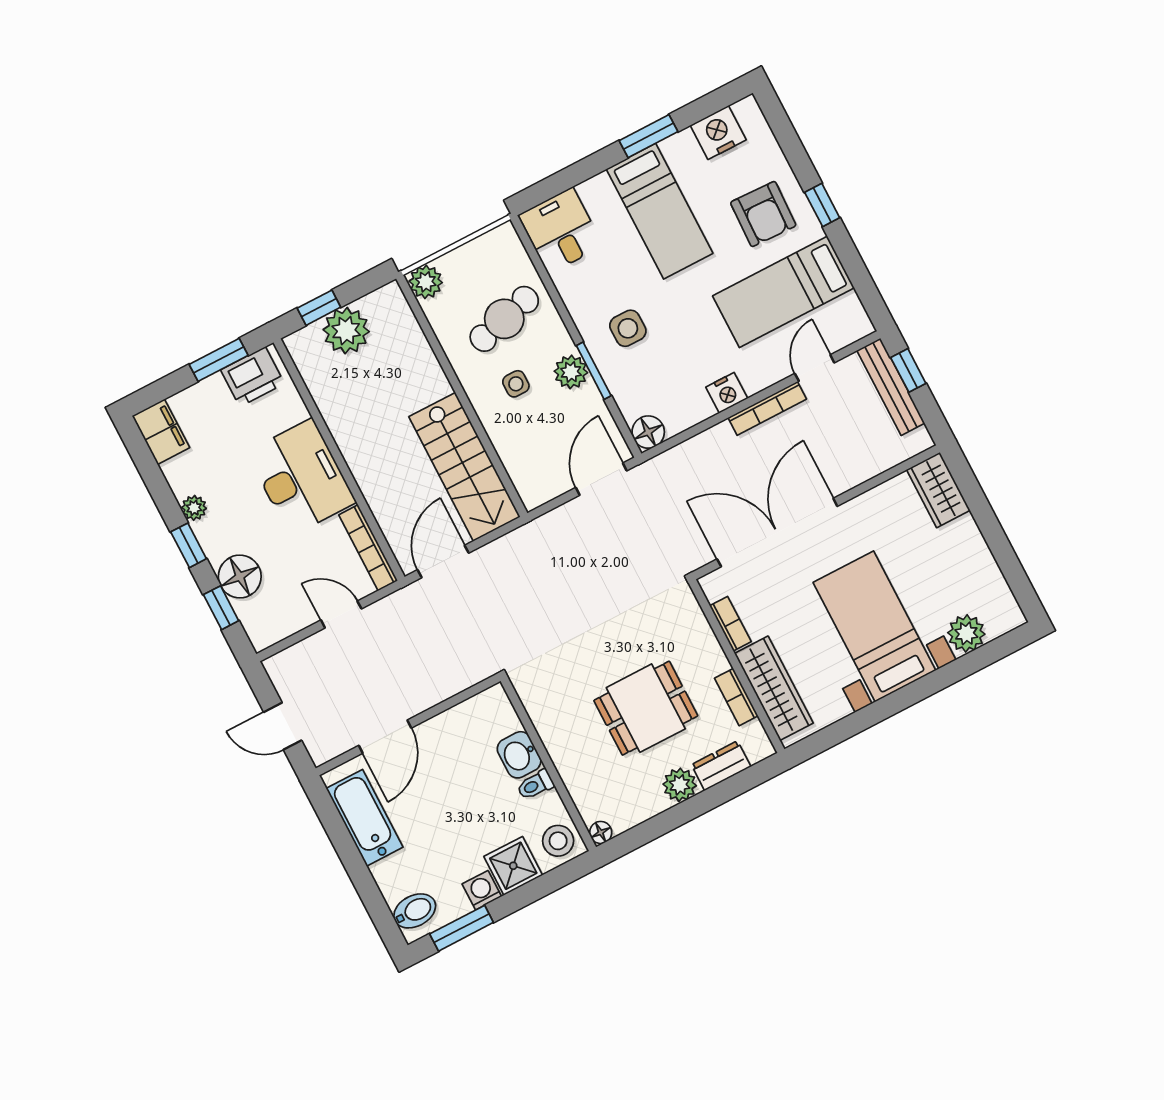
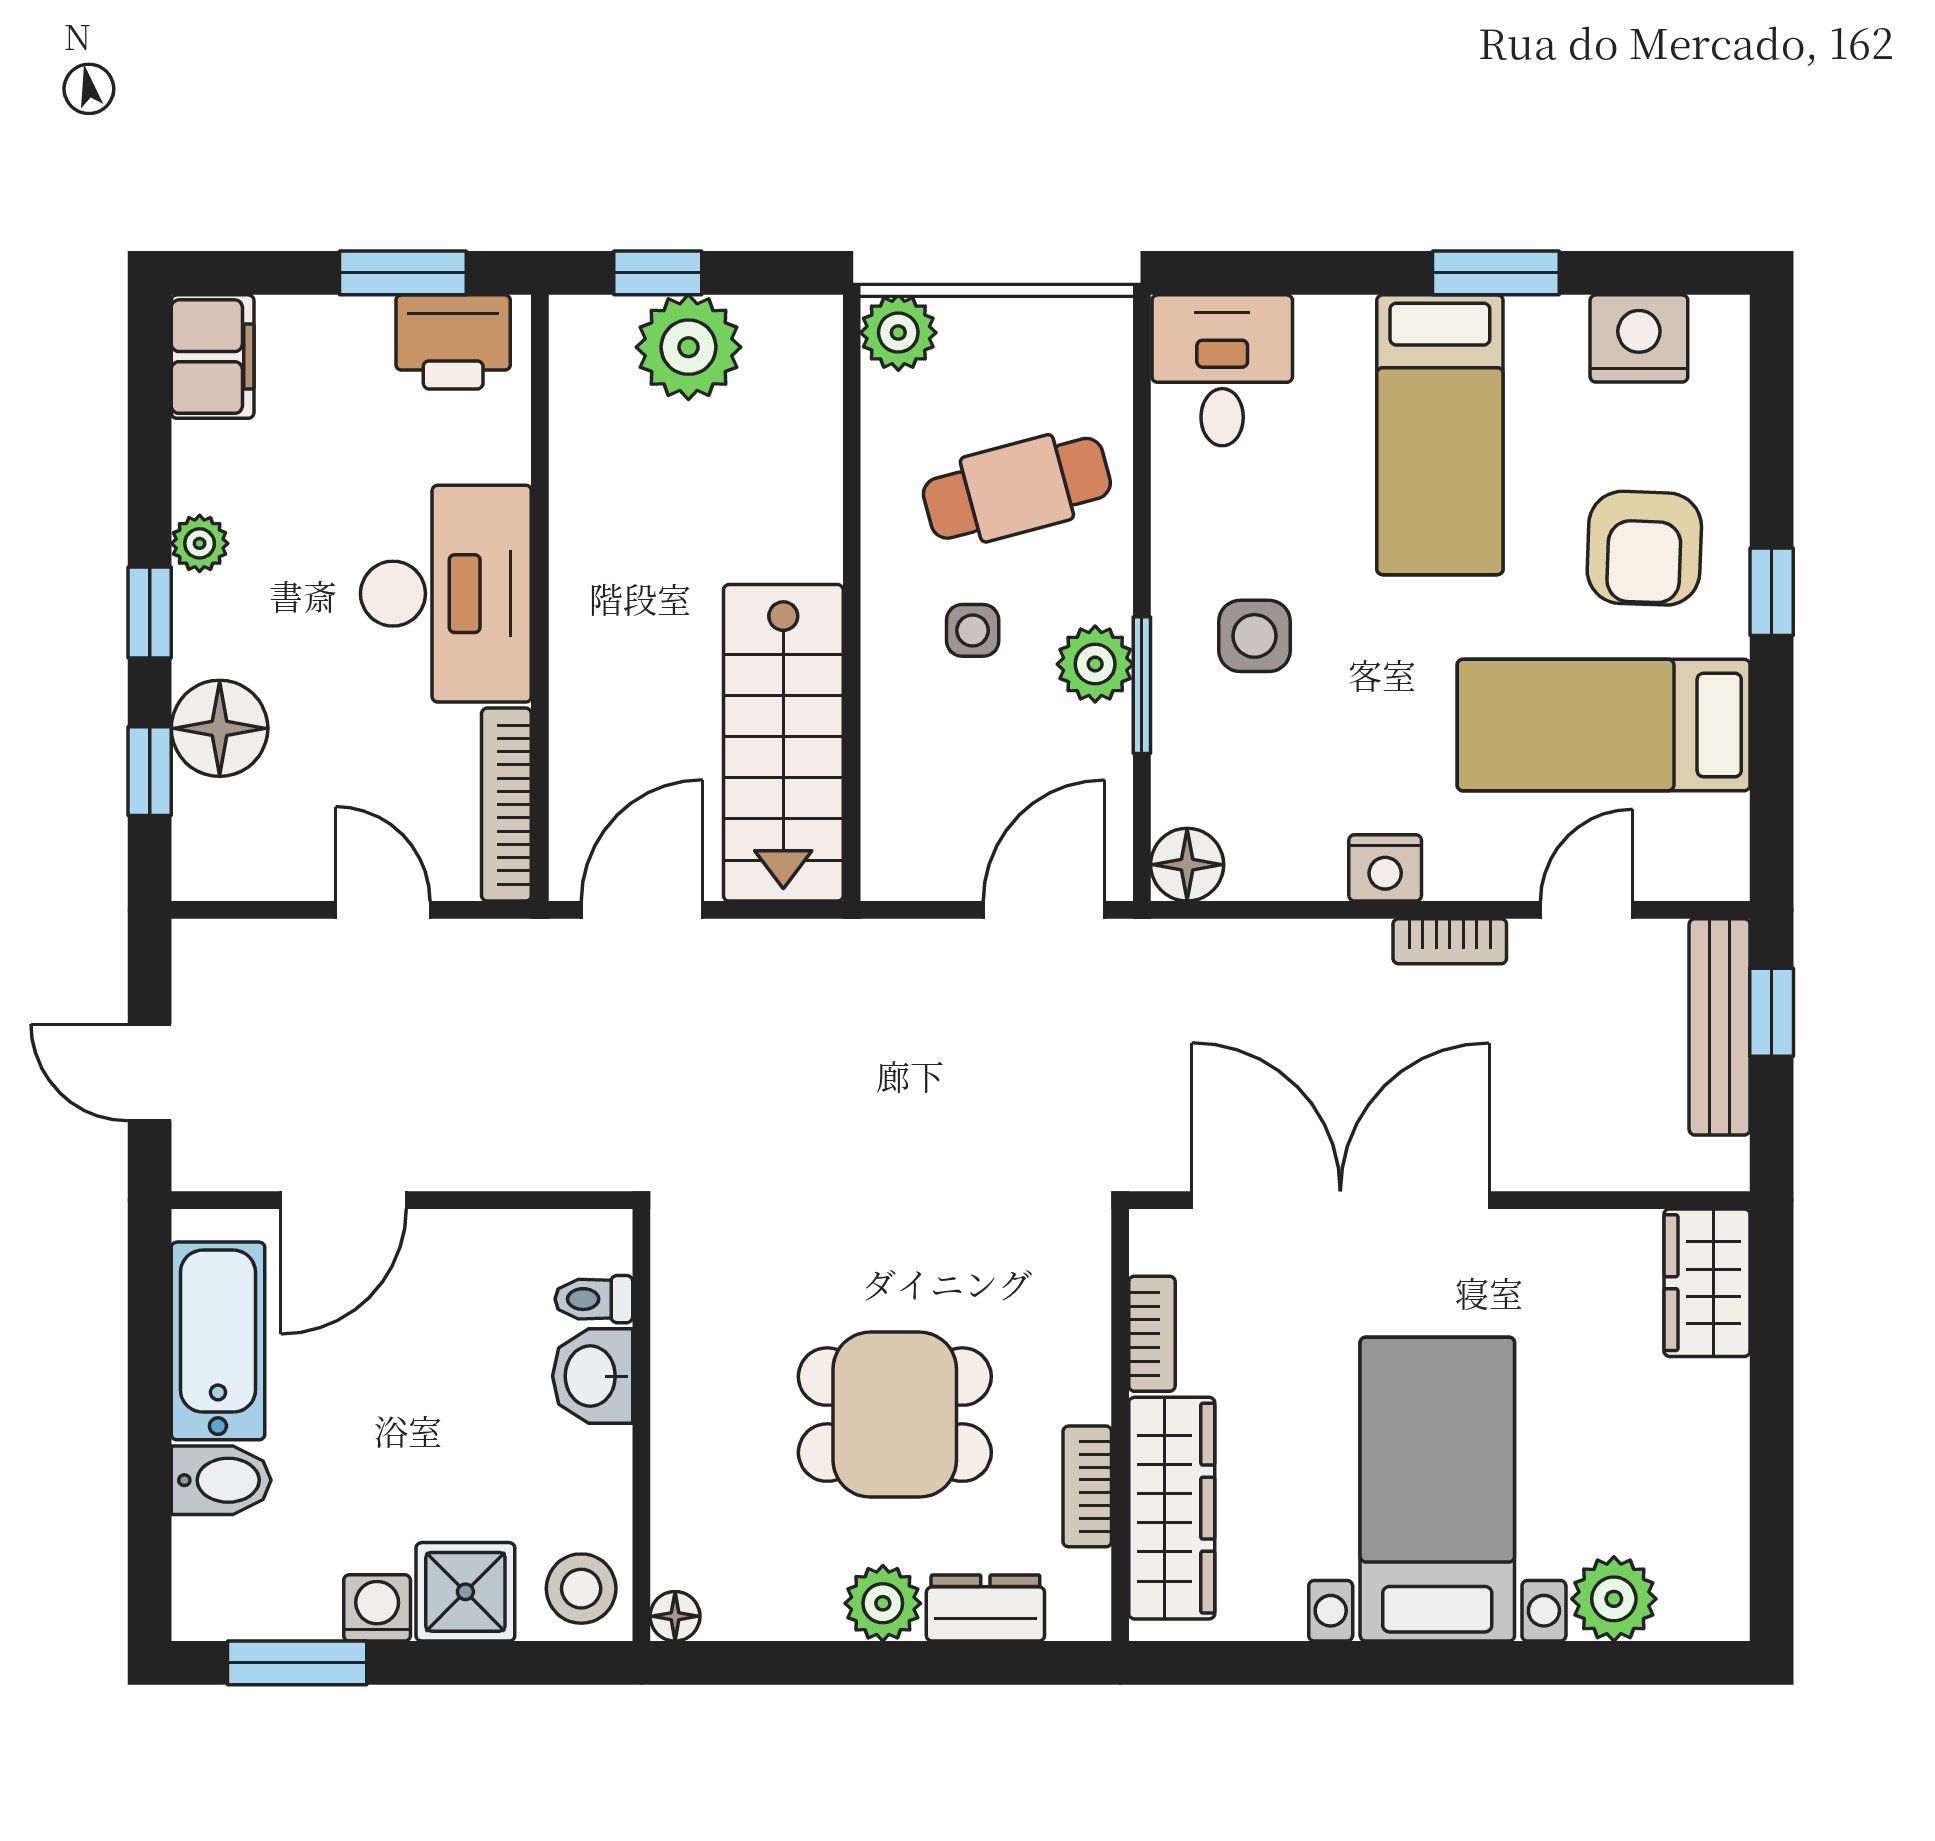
bookcase: (767, 408) -> (1450, 941), width x0.64
toilet: (535, 785) -> (594, 1299), moved
bidet: (415, 911) -> (221, 1480), moved

